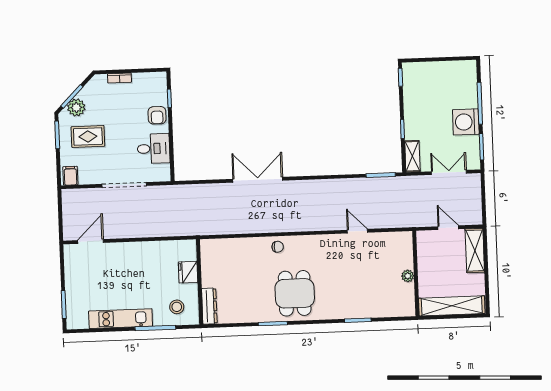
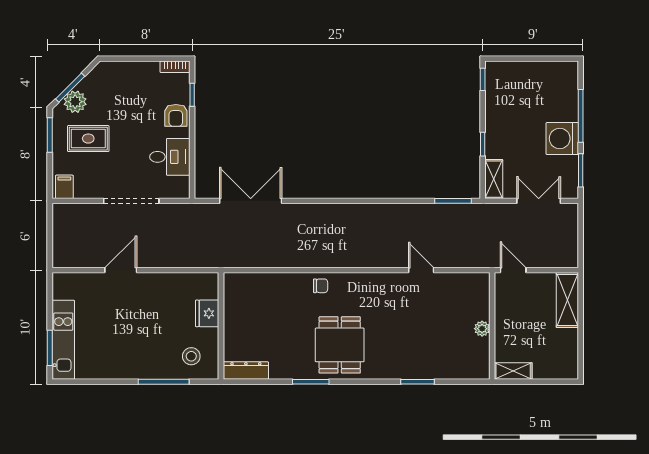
bookcase: (119, 78) -> (175, 67), moved
double door: (258, 180) -> (251, 201), moved
door: (448, 228) -> (513, 270), moved
door: (91, 241) -> (121, 270), moved
dresser: (209, 306) -> (246, 371), moved, turned -90
shelving: (452, 306) -> (513, 371), width x0.45, depth x0.75
kitchen unit: (121, 319) -> (63, 340), moved, turned 90

